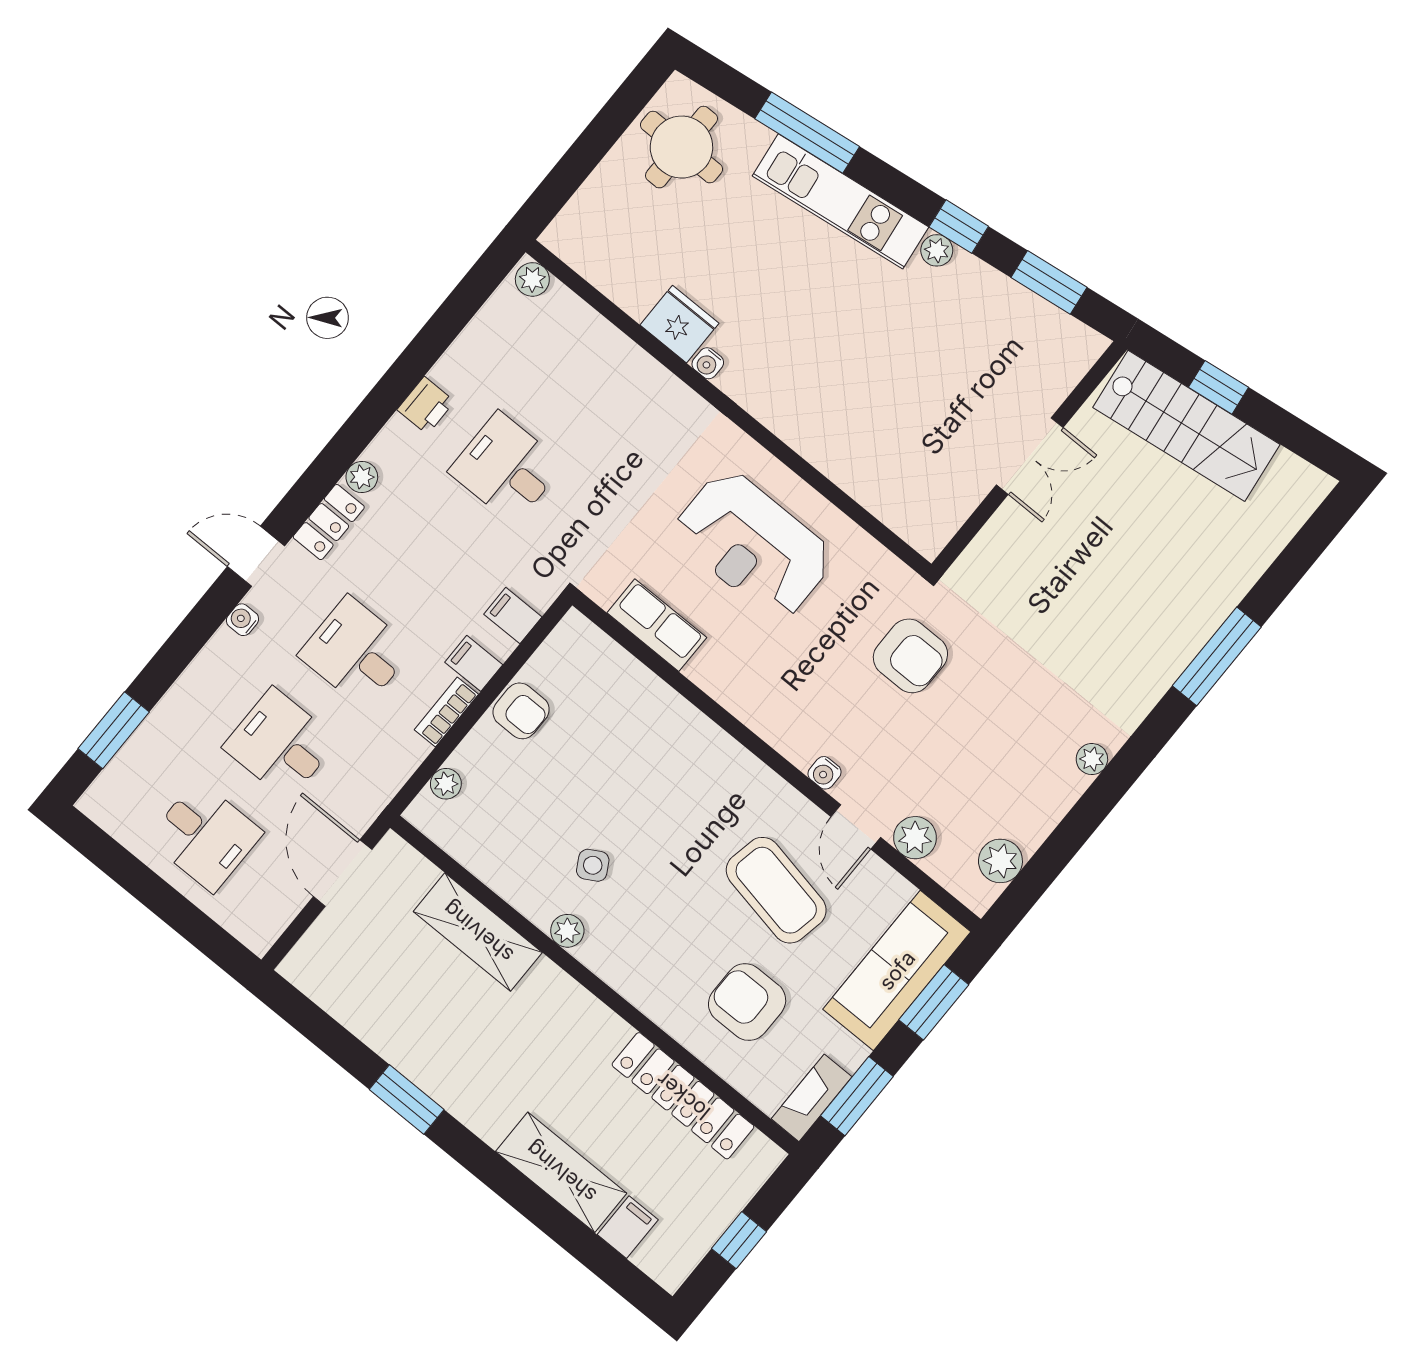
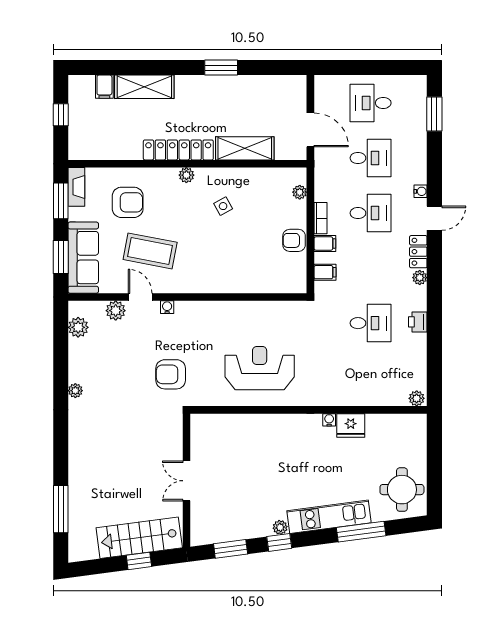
row of seats: (657, 625) -> (271, 311), removed
window: (1217, 656) -> (61, 509), moved
plant: (567, 931) -> (186, 175), moved
locker: (683, 1096) -> (178, 150), moved

